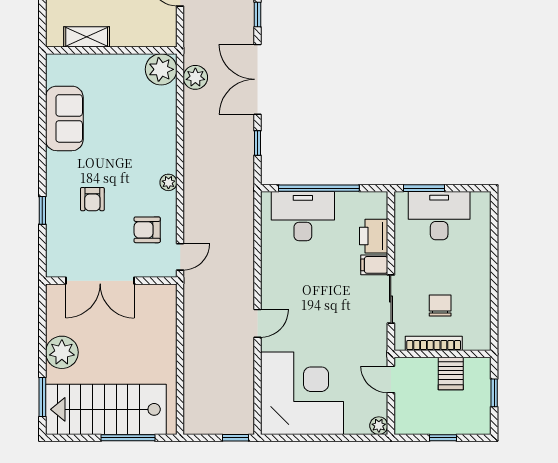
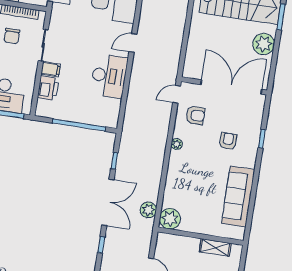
sofa: (64, 118) -> (238, 197), width x1.36
desk: (303, 216) -> (109, 76), moved, turned -90
double door: (100, 281) -> (231, 87), width x1.36

